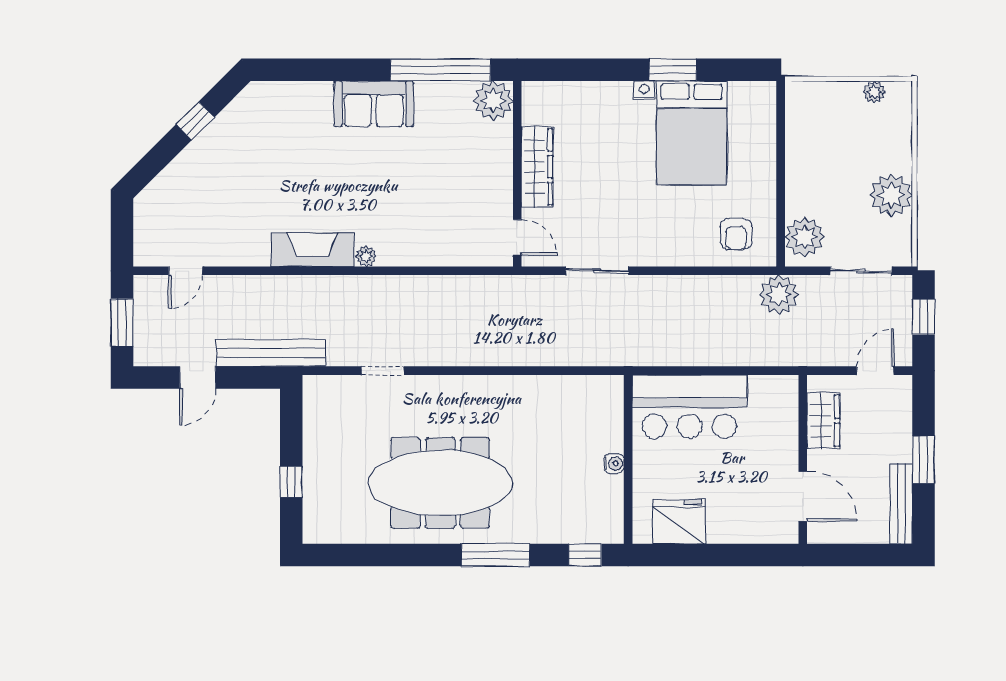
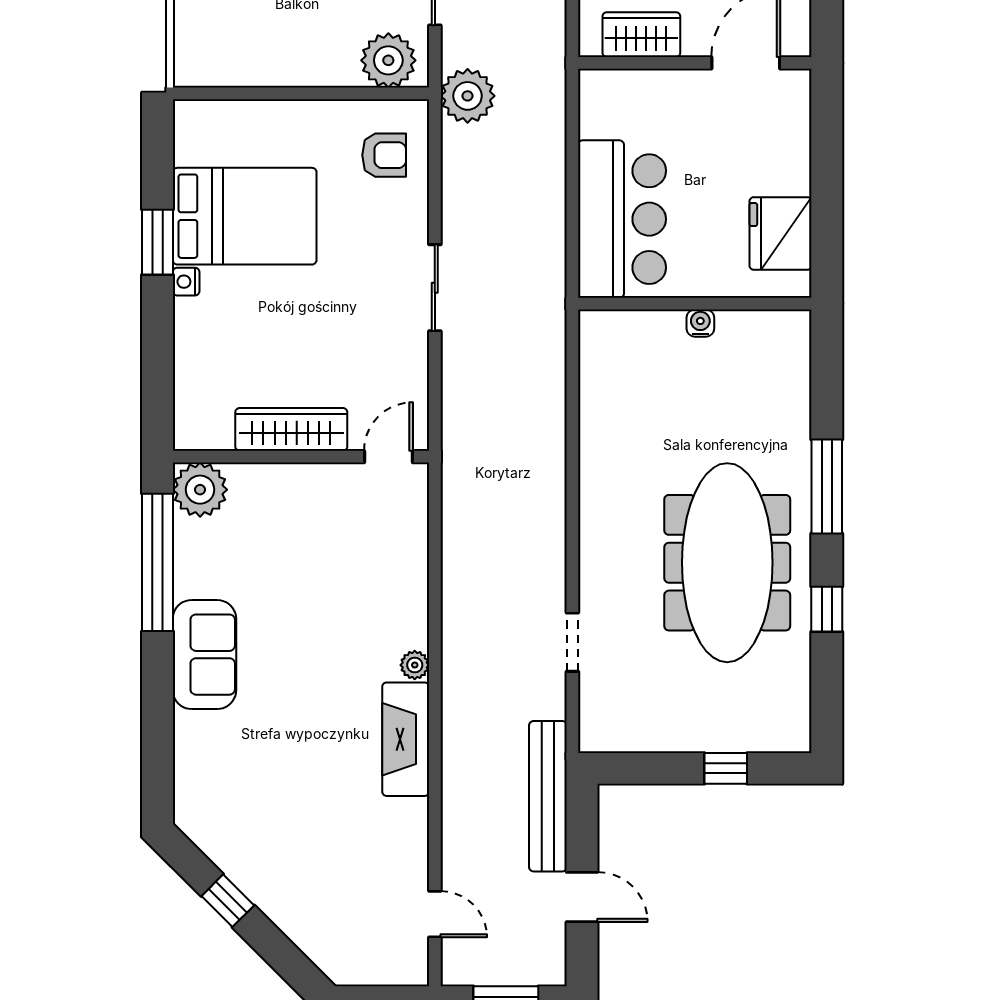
sliding door: (597, 271) -> (435, 288), moved
window: (585, 555) -> (827, 609), moved

